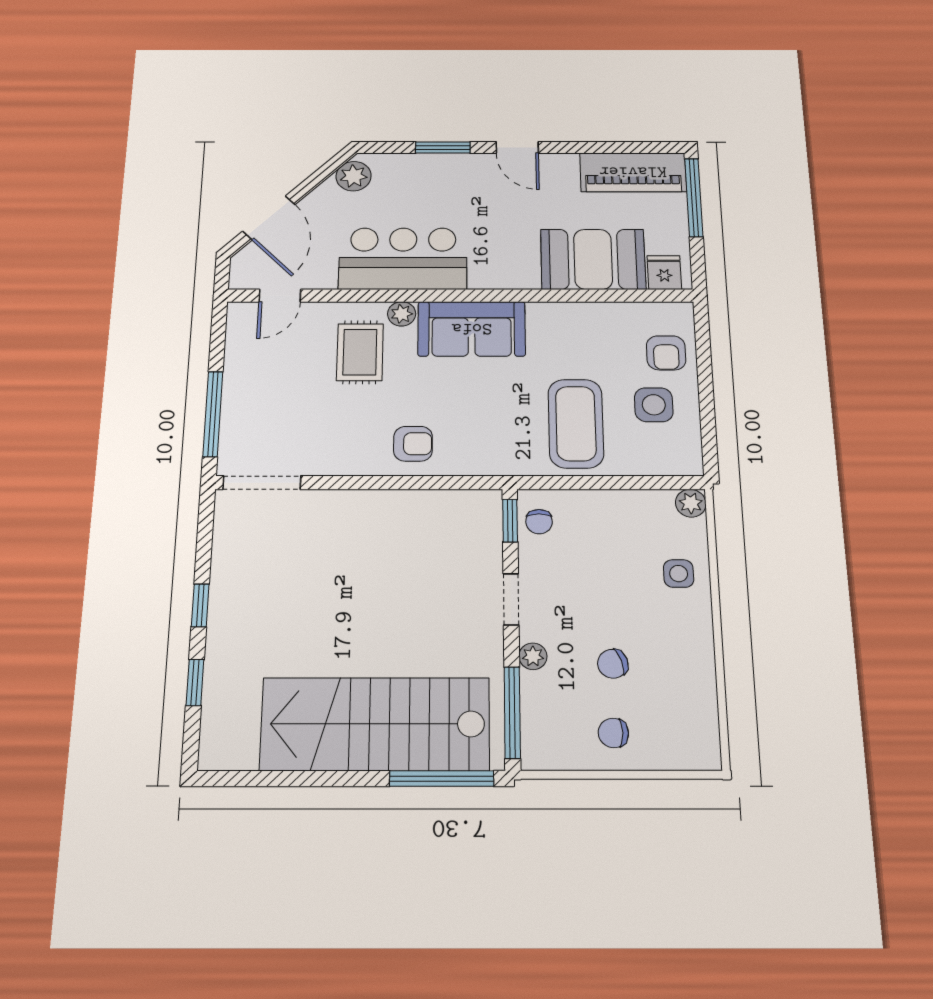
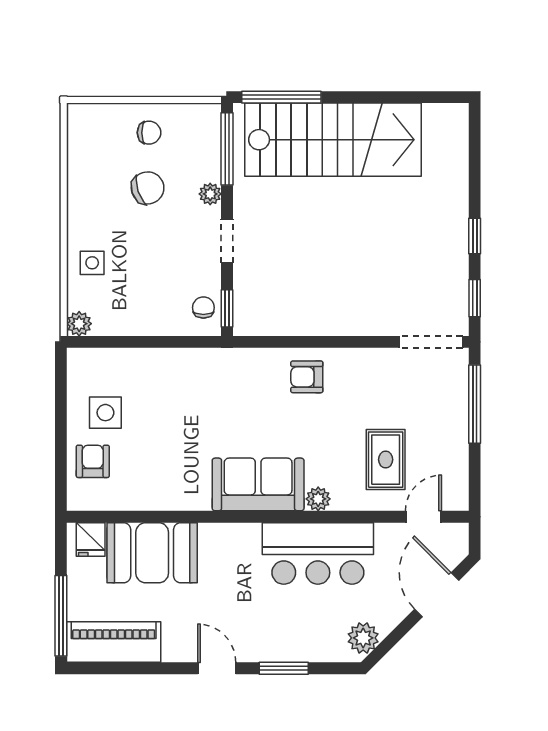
rug: (360, 352) -> (386, 460), moved
coffee table: (576, 423) -> (171, 395), removed
chair: (613, 664) -> (148, 188), width x1.37, depth x1.37
window: (195, 682) -> (475, 298), moved

